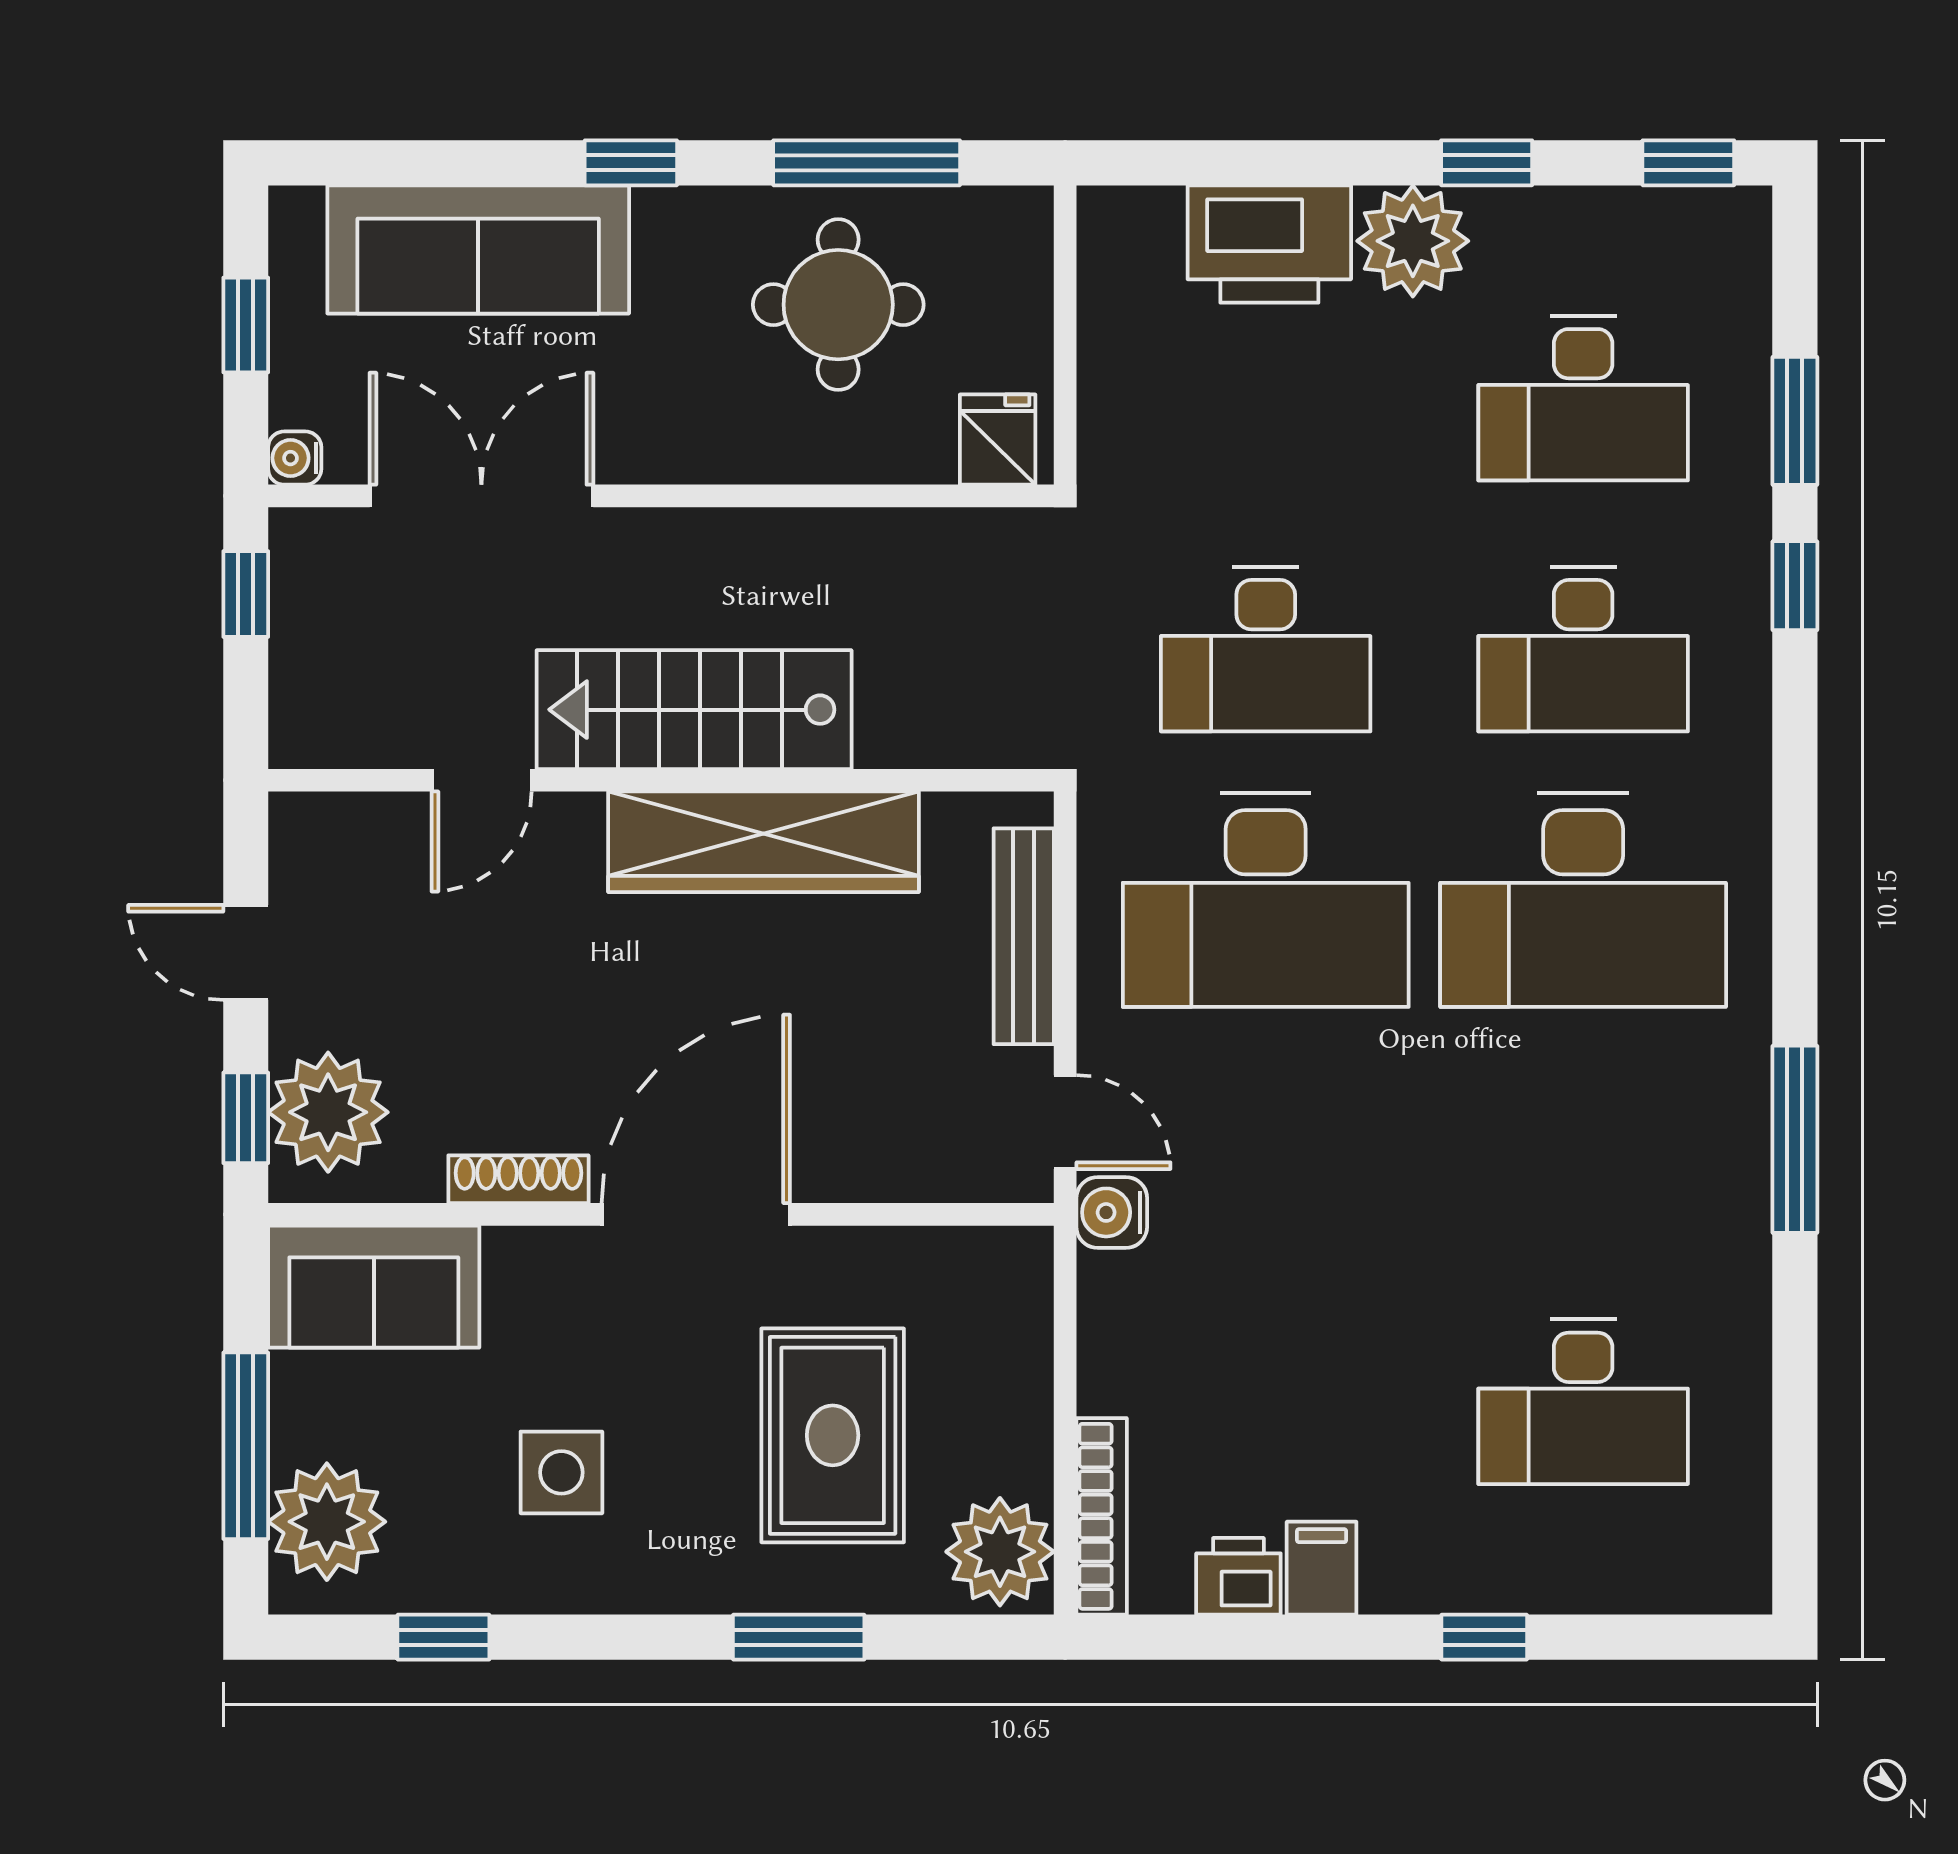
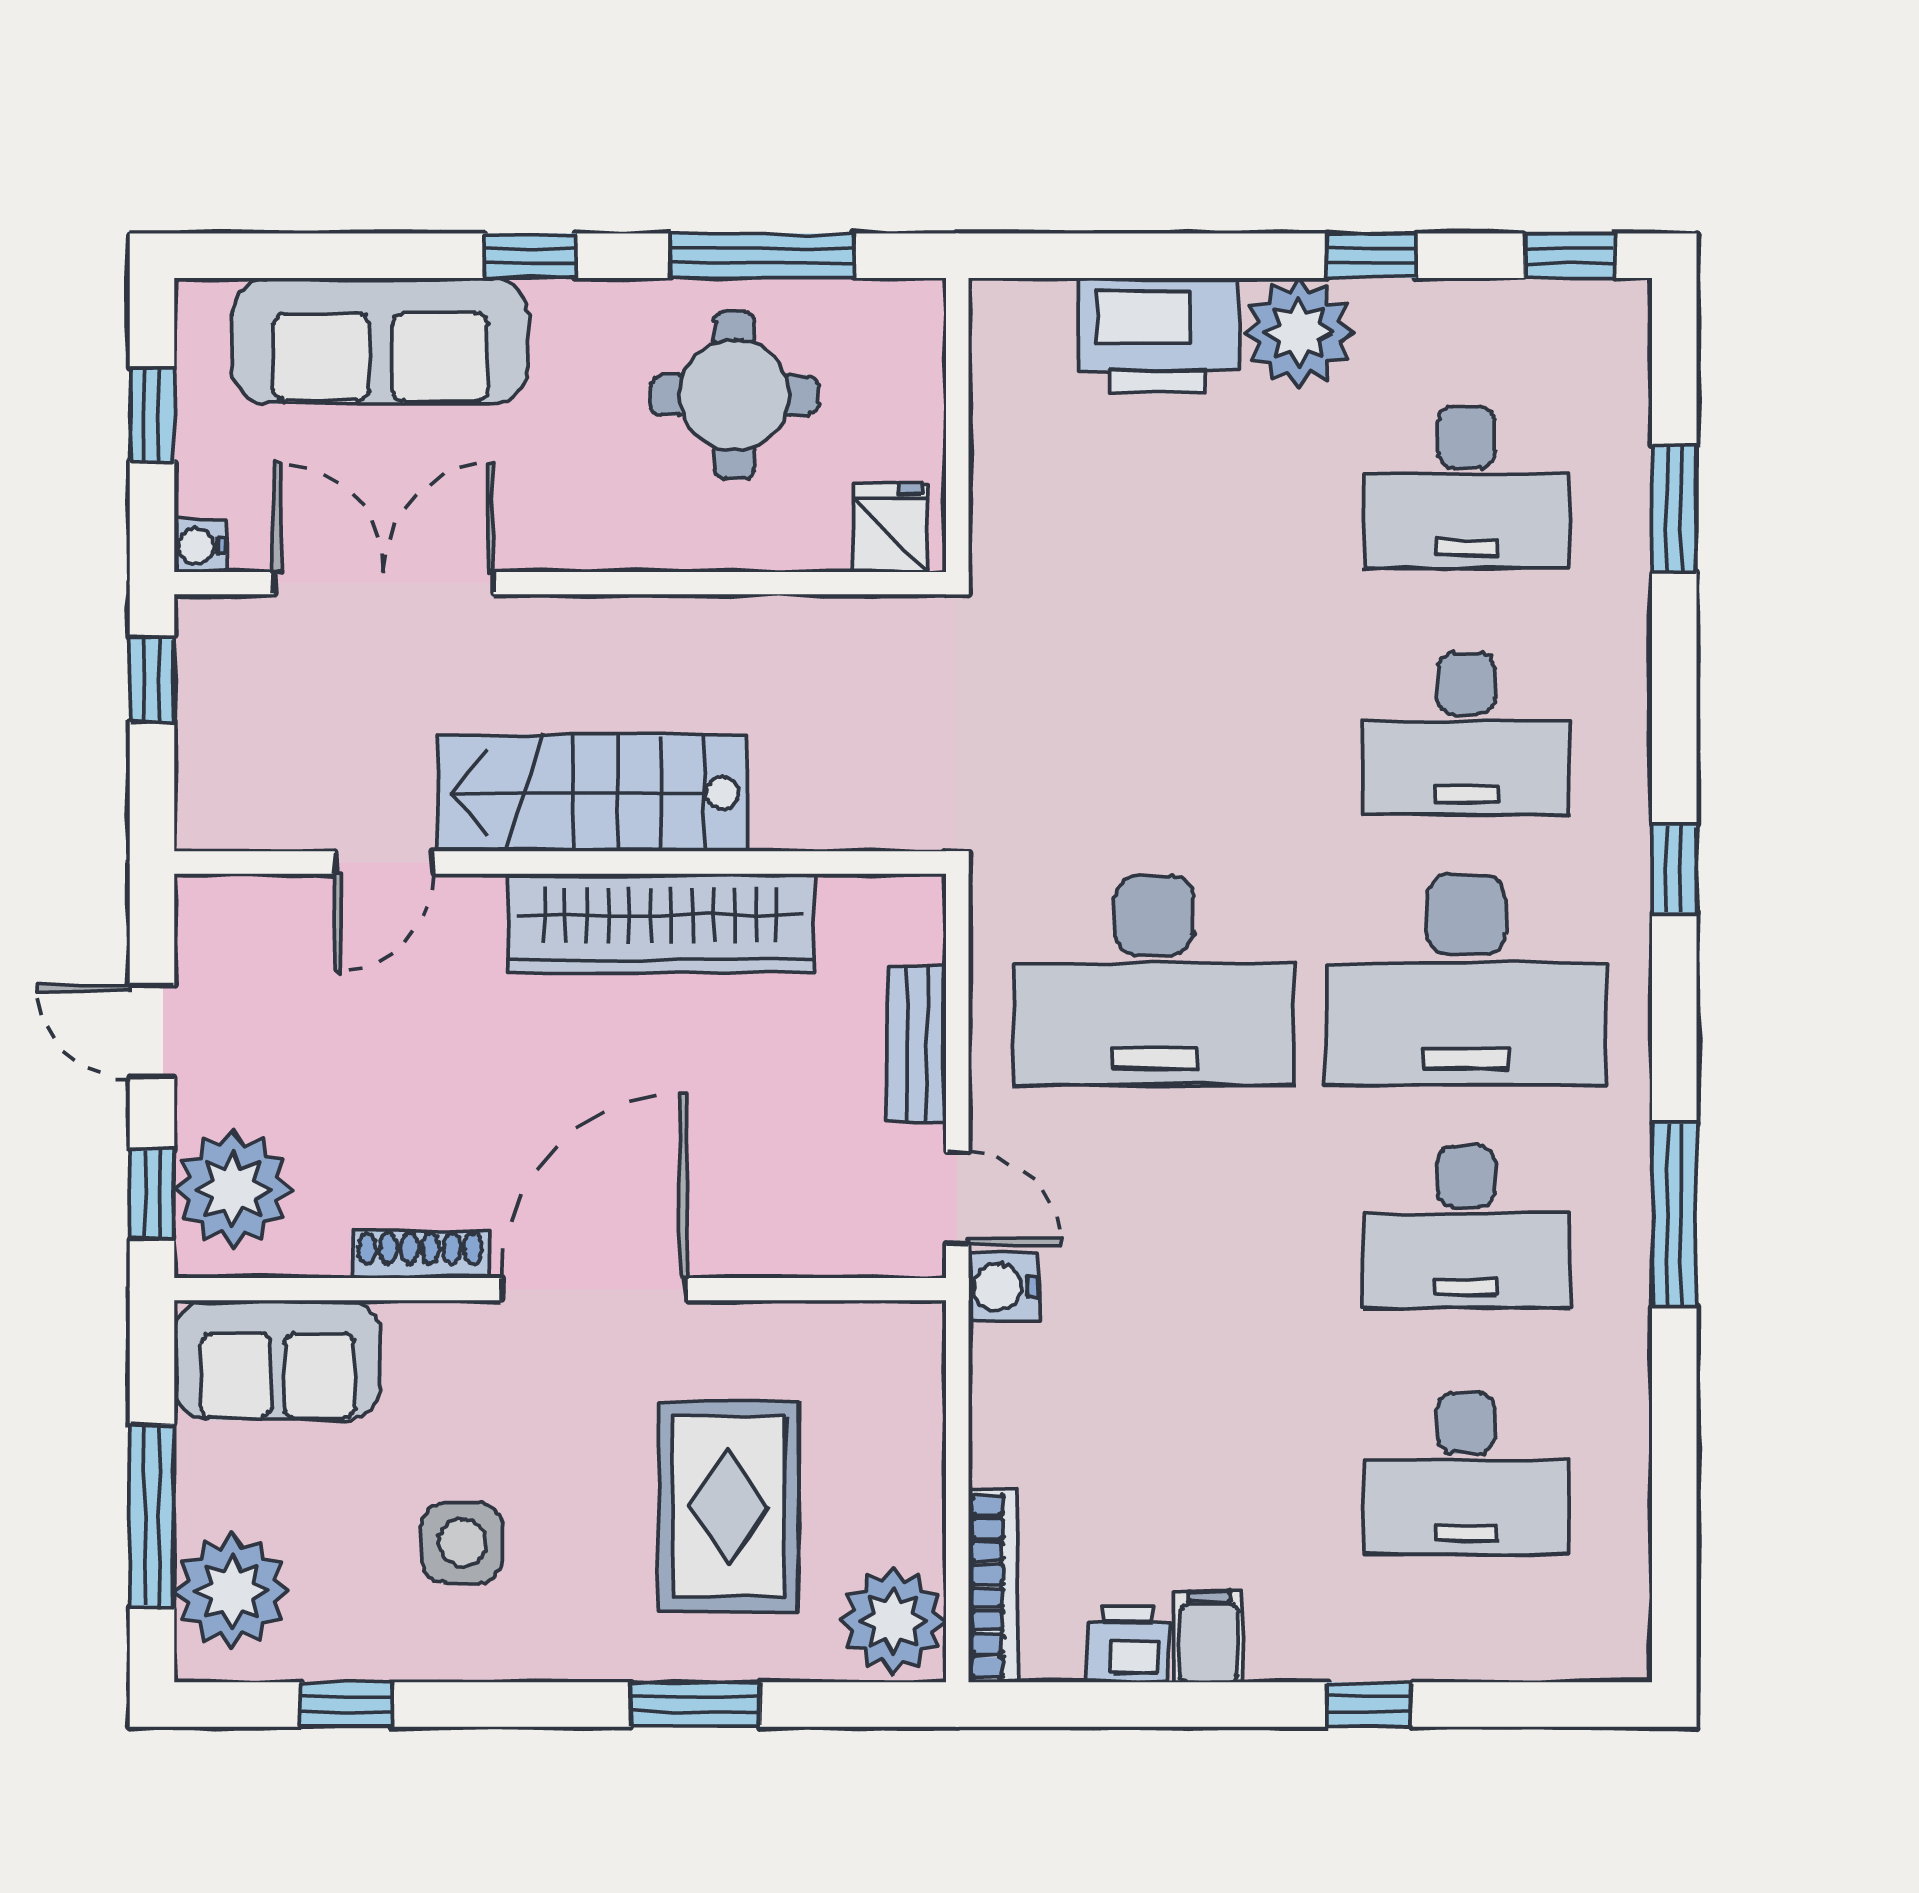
window: (1795, 586) -> (1674, 869), moved
desk: (1266, 649) -> (1466, 1227), moved
bench: (1024, 936) -> (917, 1044), width x0.73

